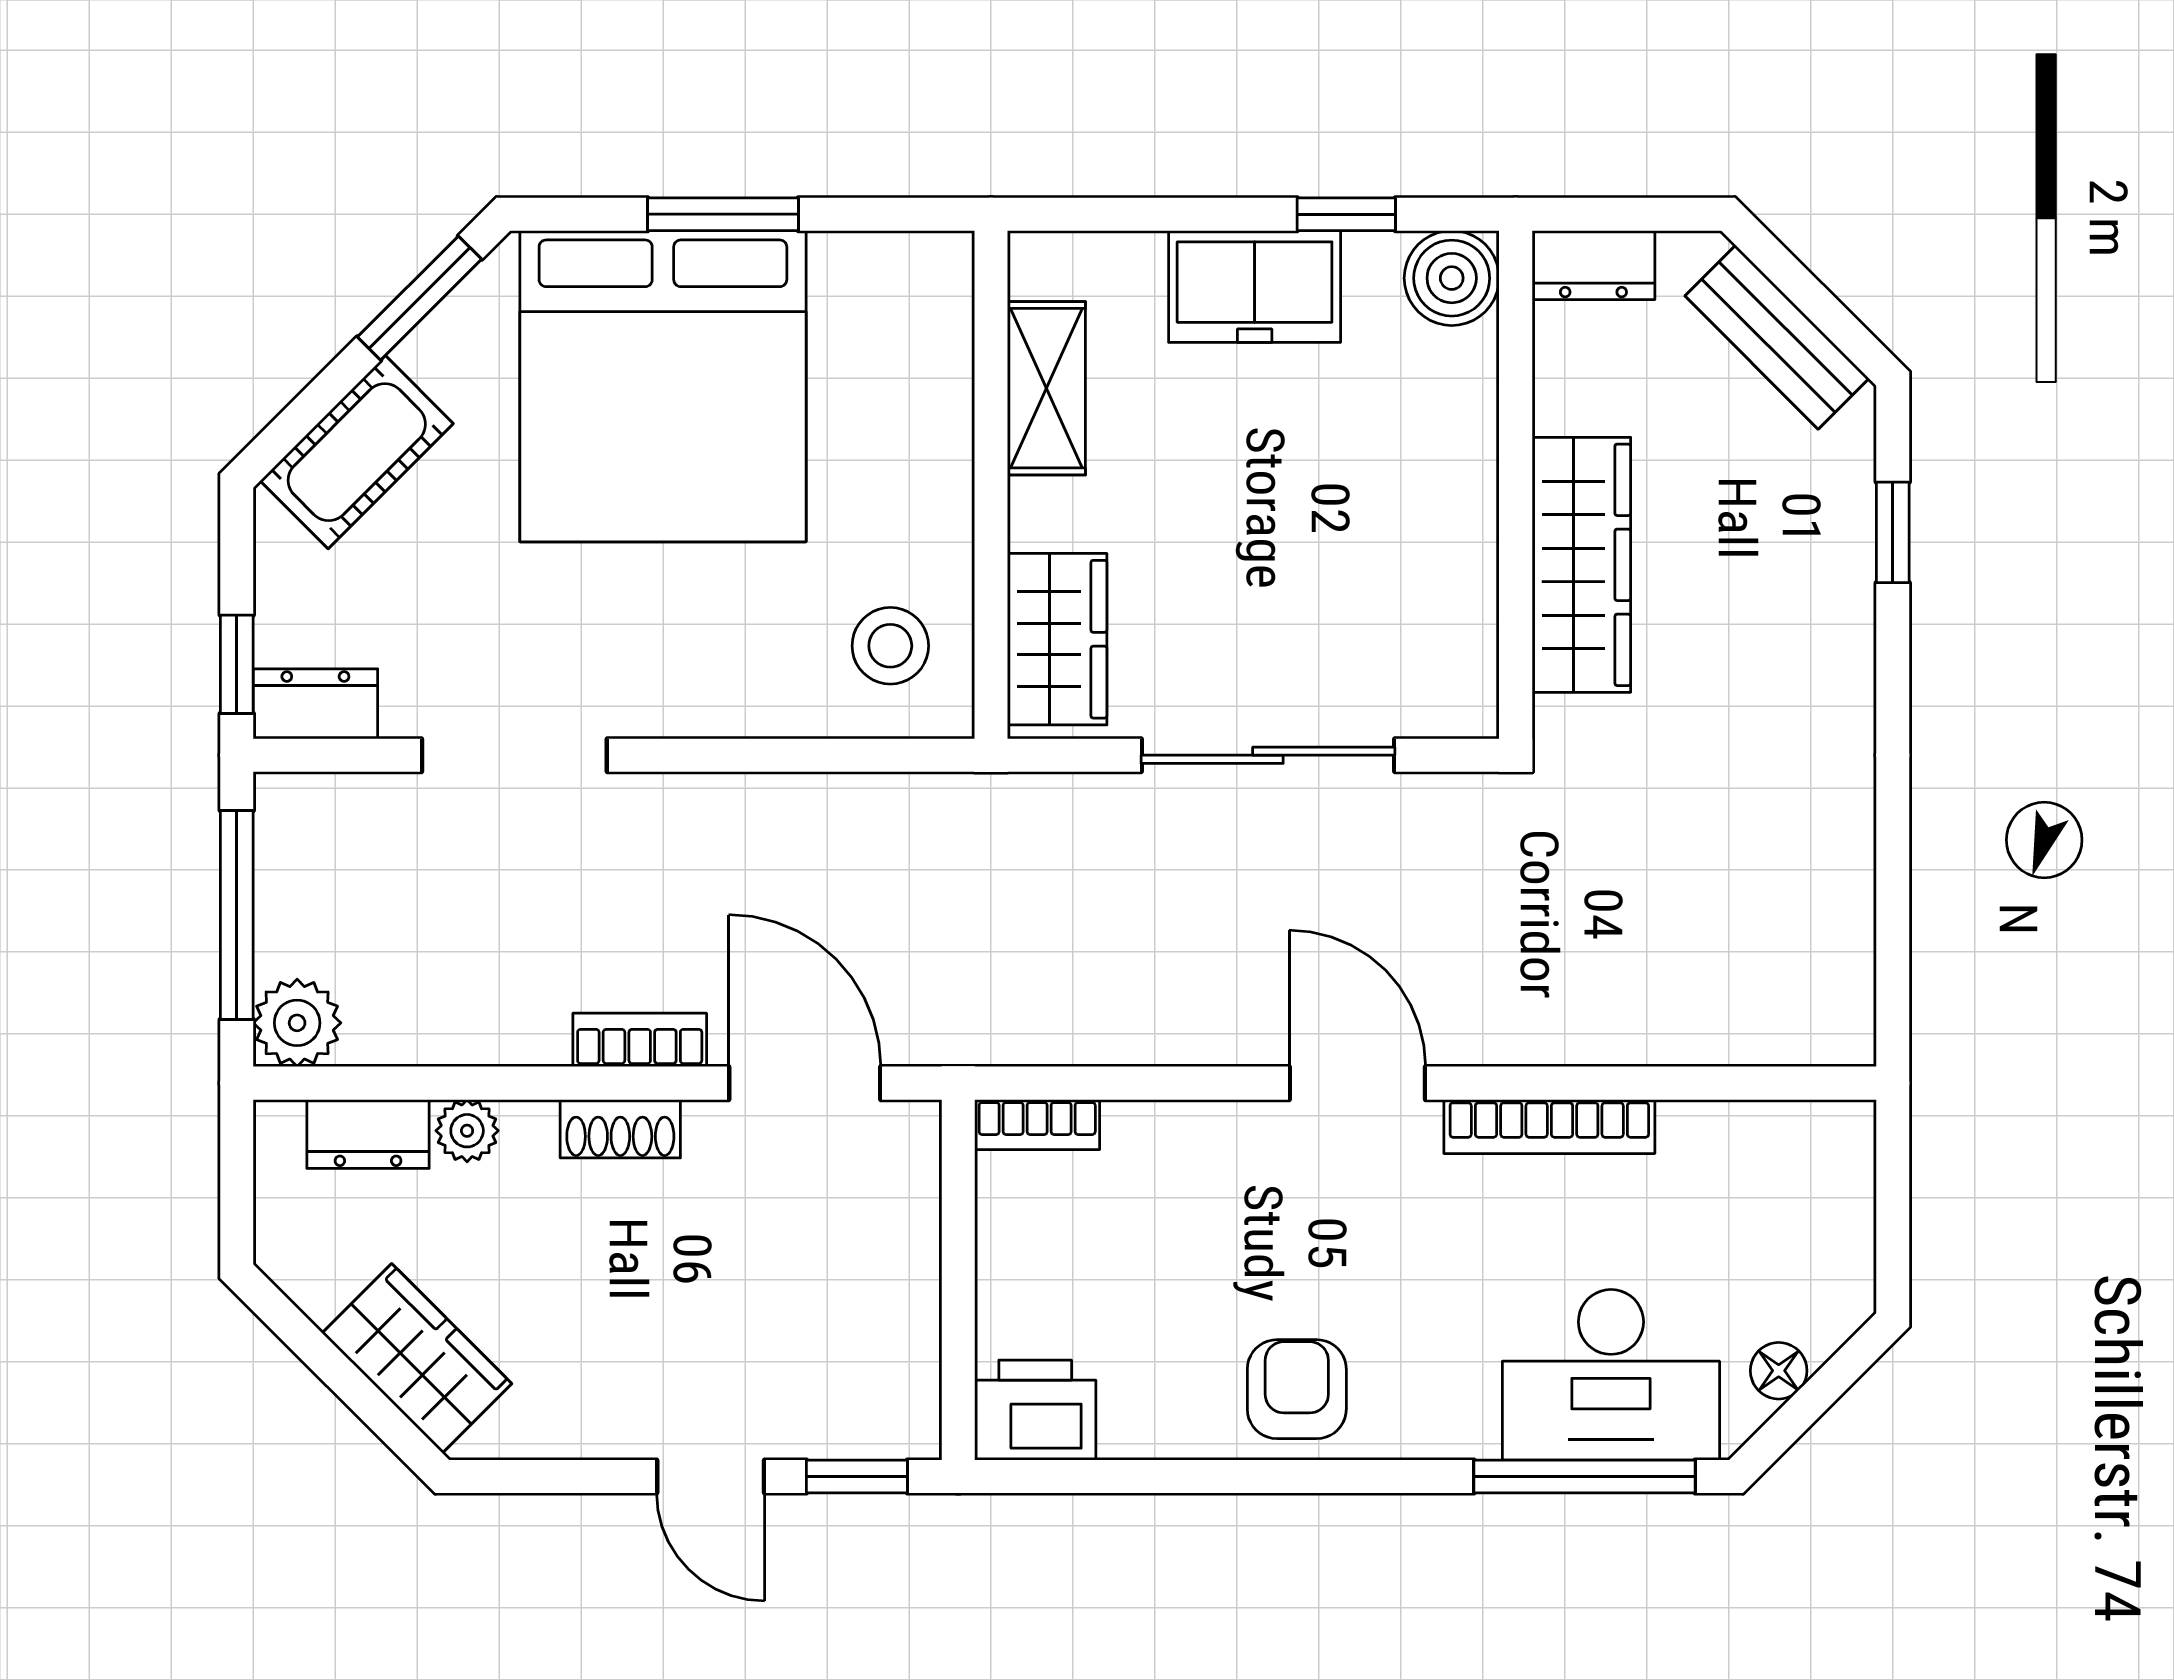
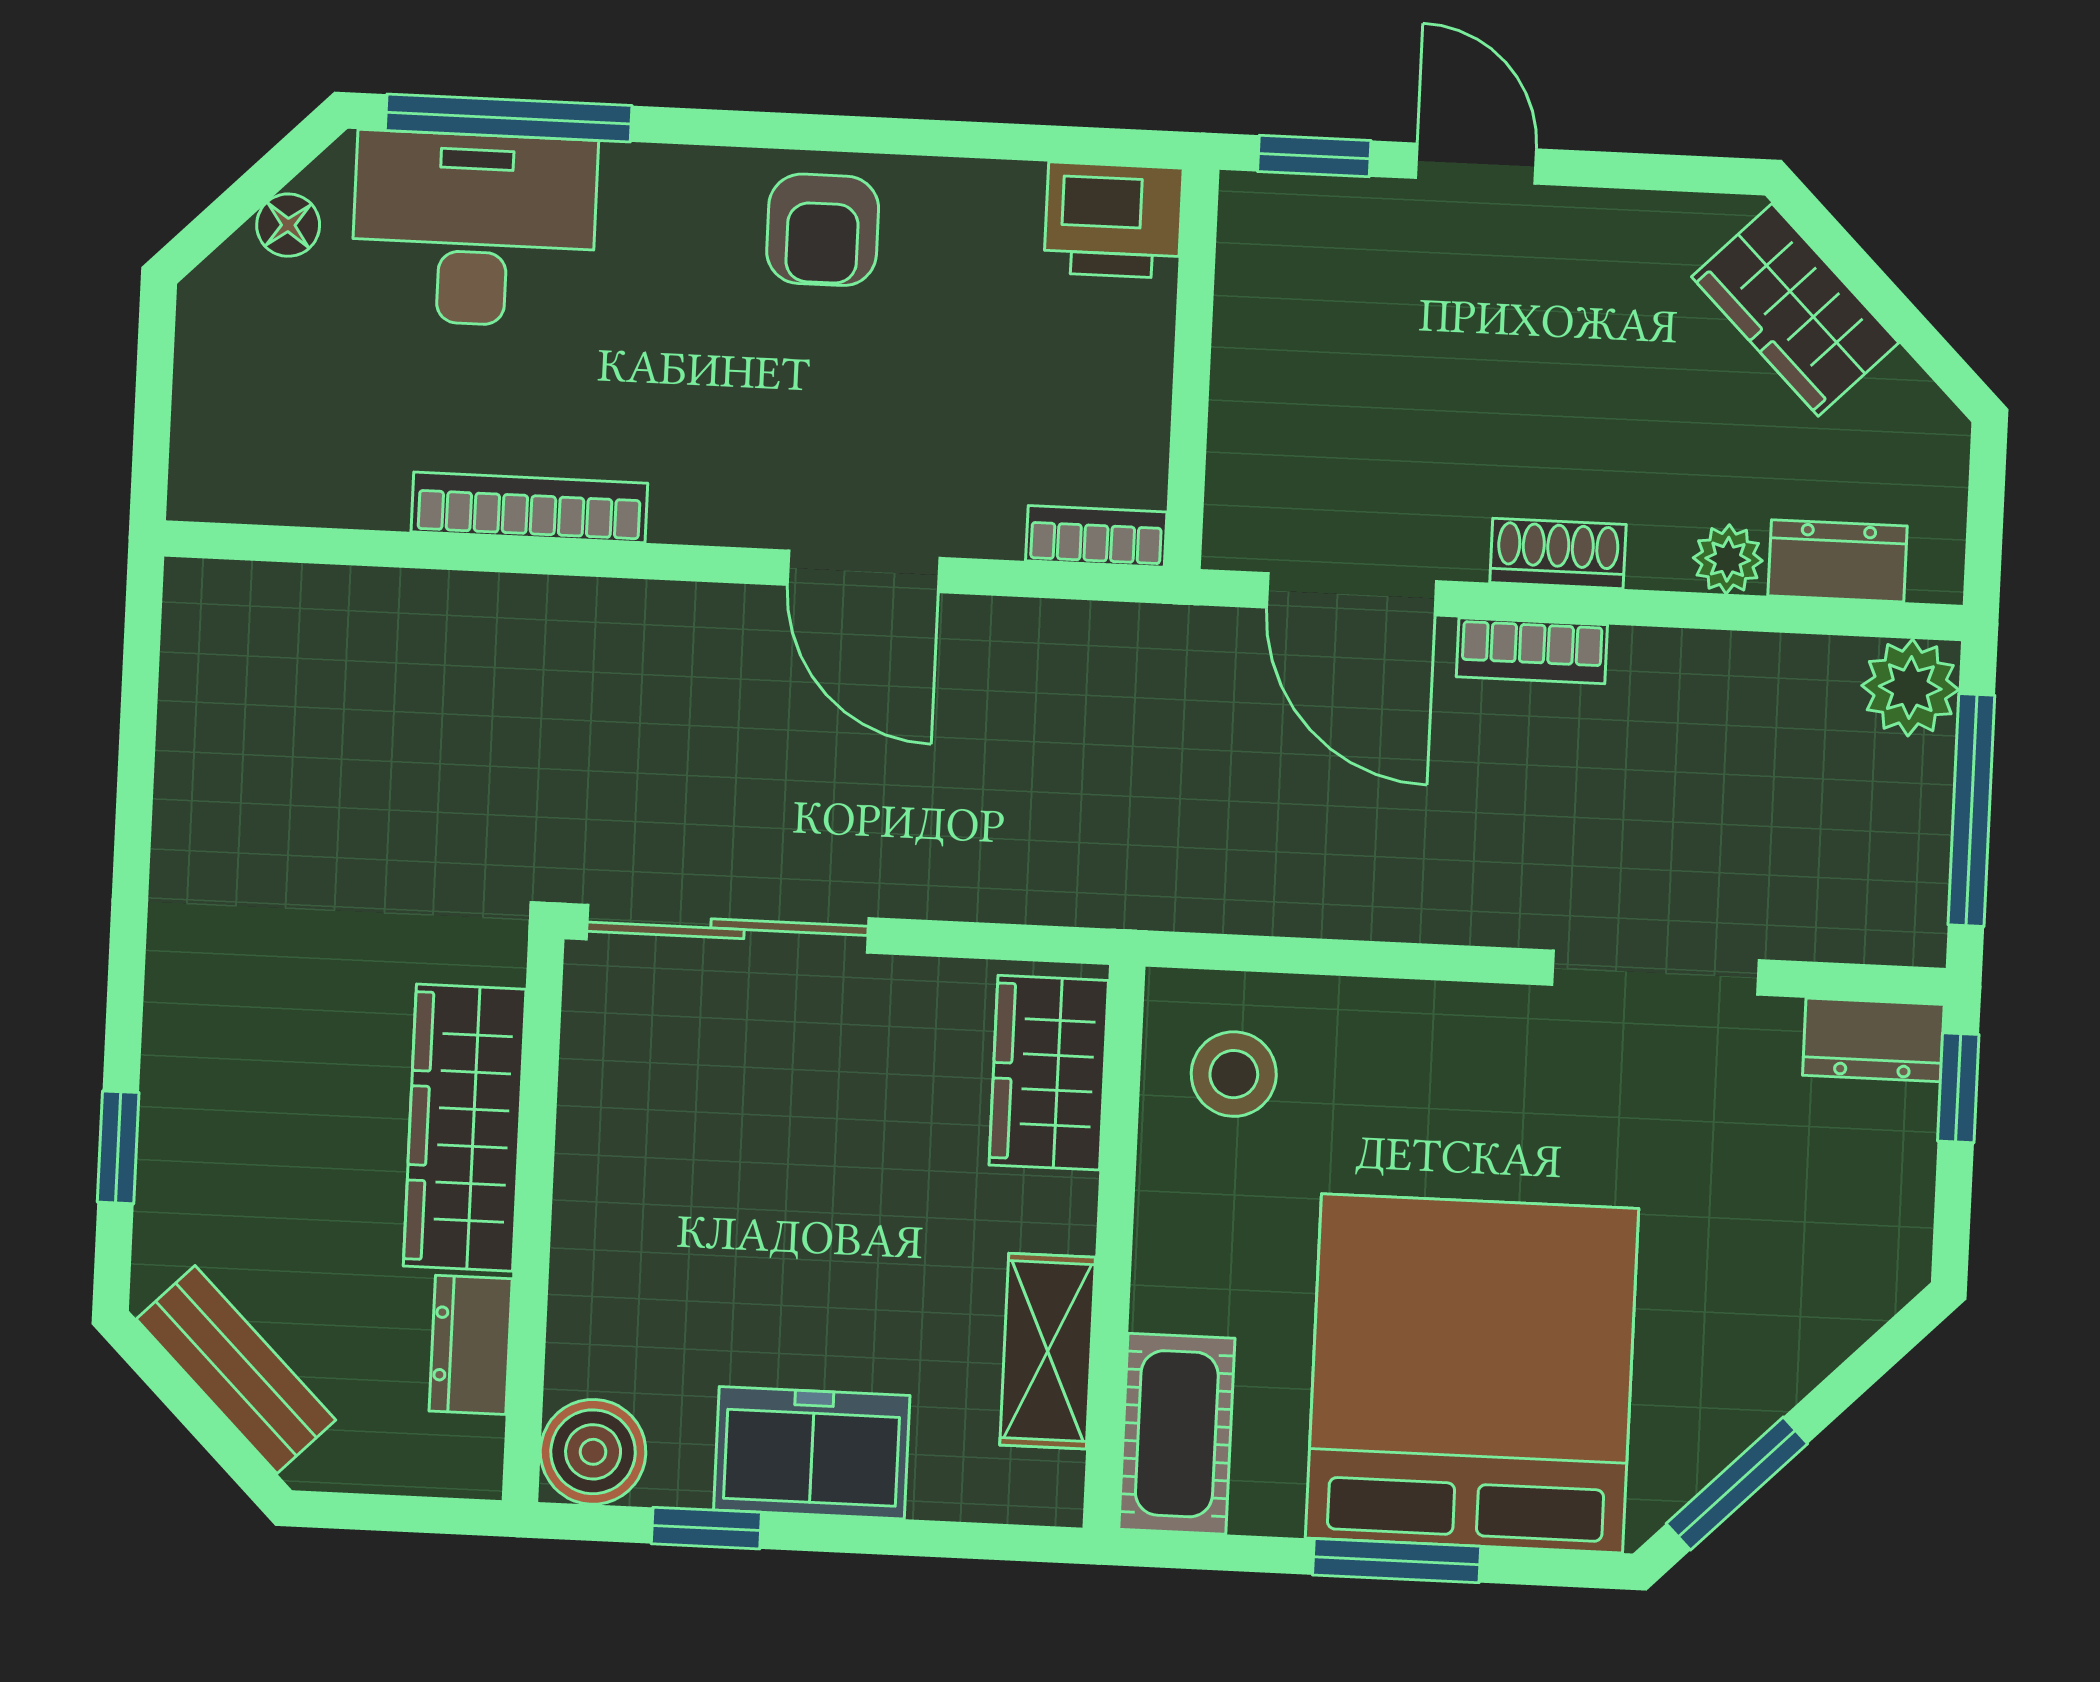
dresser: (1593, 265) -> (471, 1345), moved, turned -90
cot: (357, 452) -> (1177, 1434), moved, turned -45
sliding door: (1268, 755) -> (727, 929), moved
door: (1357, 1083) -> (864, 571), moved

